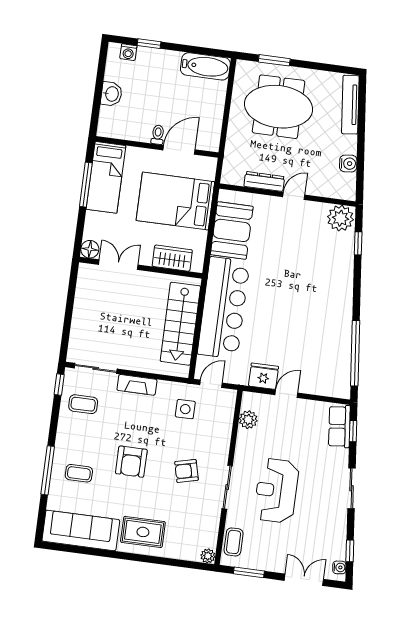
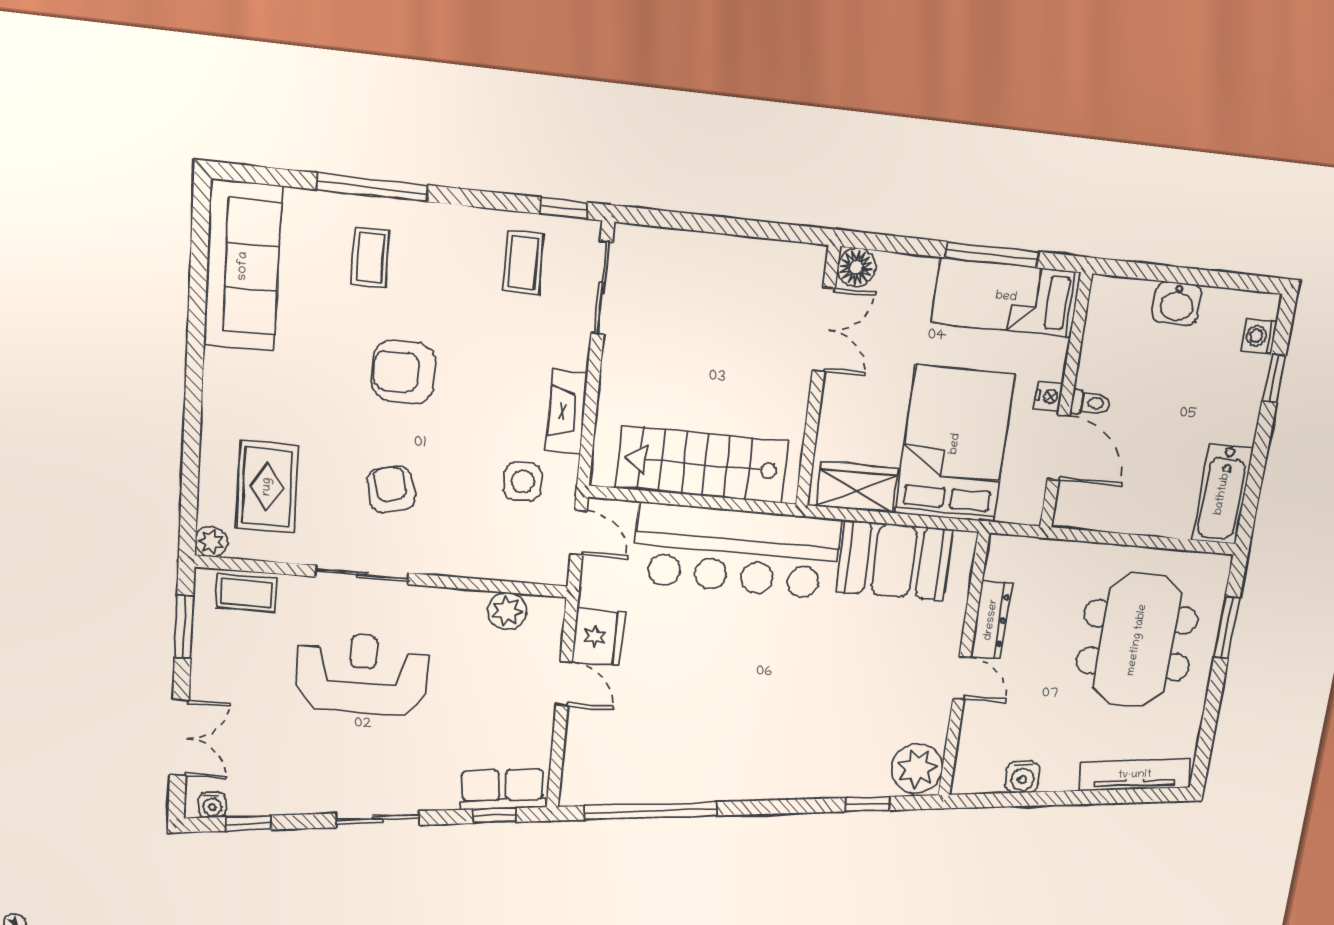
nightstand: (154, 156) -> (1048, 396), added
wardrobe: (172, 258) -> (857, 487), moved, turned -90
fireplace: (137, 385) -> (567, 412), moved
rug: (143, 532) -> (267, 487), moved

